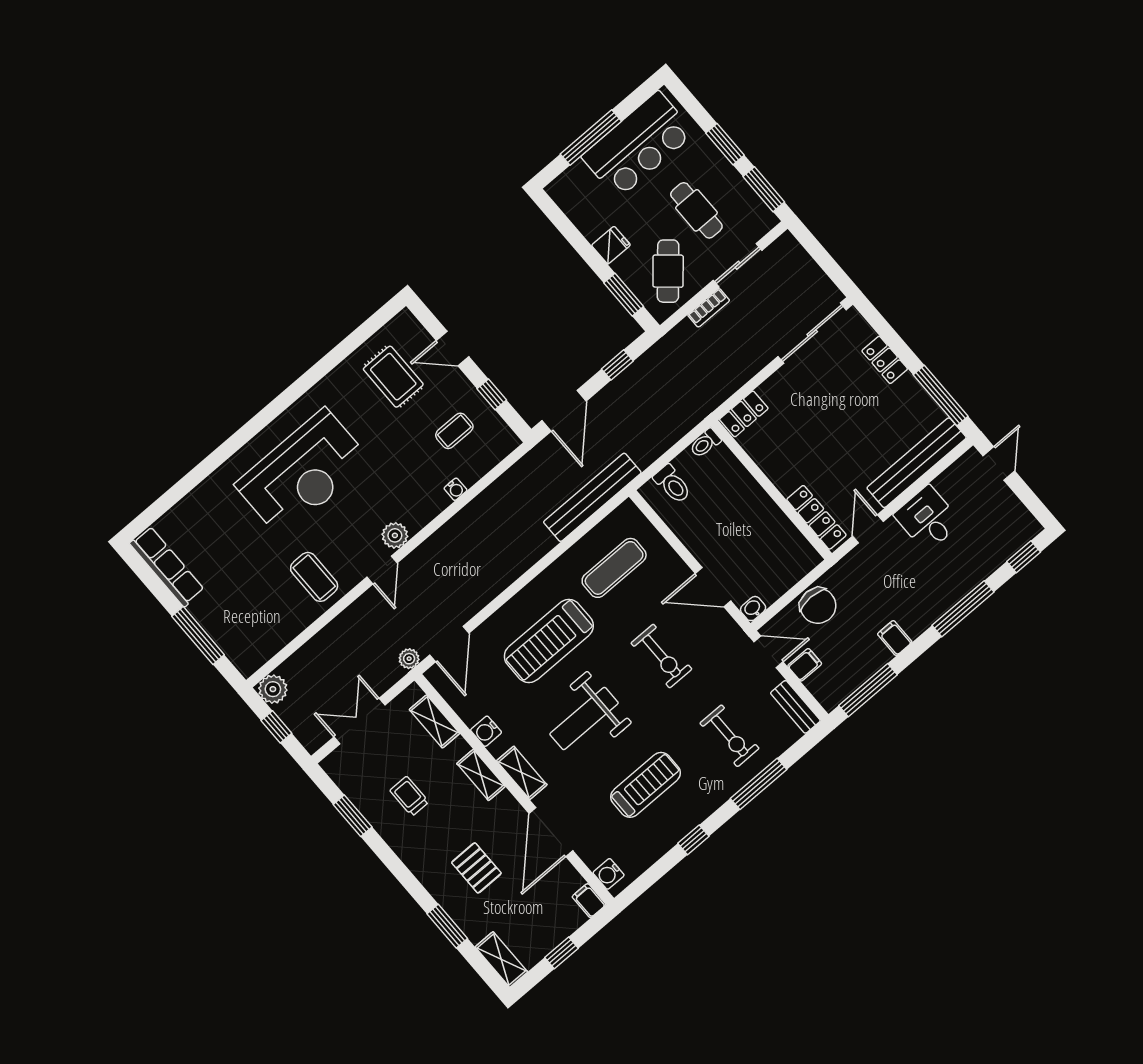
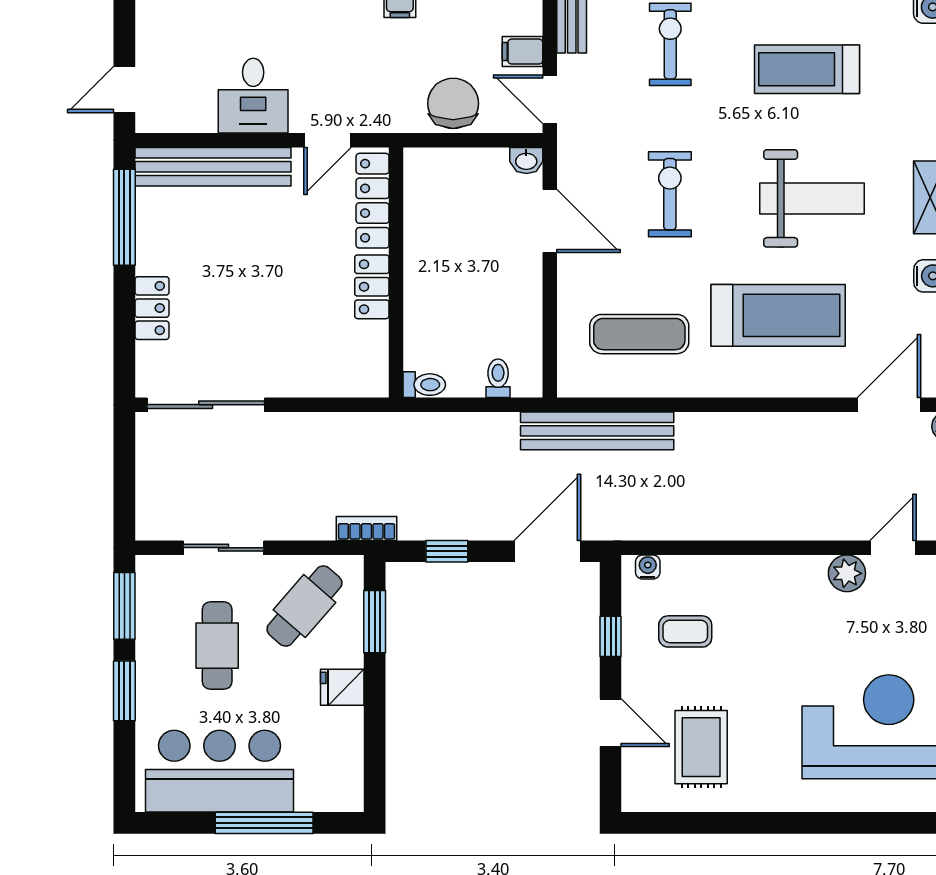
bookcase: (709, 308) -> (366, 528), moved
locker: (744, 414) -> (372, 287), moved, turned -90
toilet: (672, 484) -> (498, 378), width x0.73, depth x0.72
water cooler: (455, 489) -> (648, 567), moved

